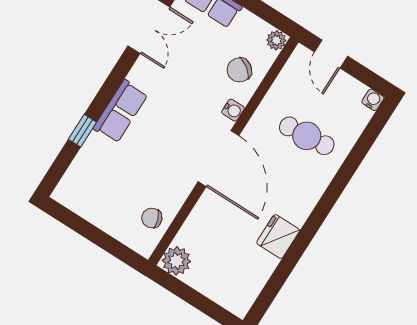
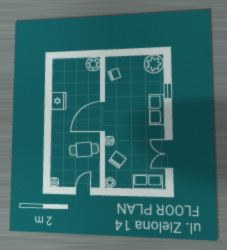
door: (331, 54) -> (83, 191), hinge flipped
cafe table: (307, 136) -> (84, 149), moved
door: (219, 159) -> (103, 117), hinge flipped
plant: (75, 191) -> (154, 64), added

